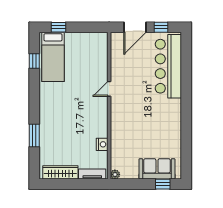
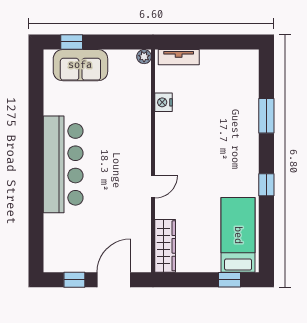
window: (34, 61) -> (266, 185), moved
bar counter: (168, 66) -> (63, 164), moved
wardrobe: (60, 172) -> (165, 246), moved, turned -90

